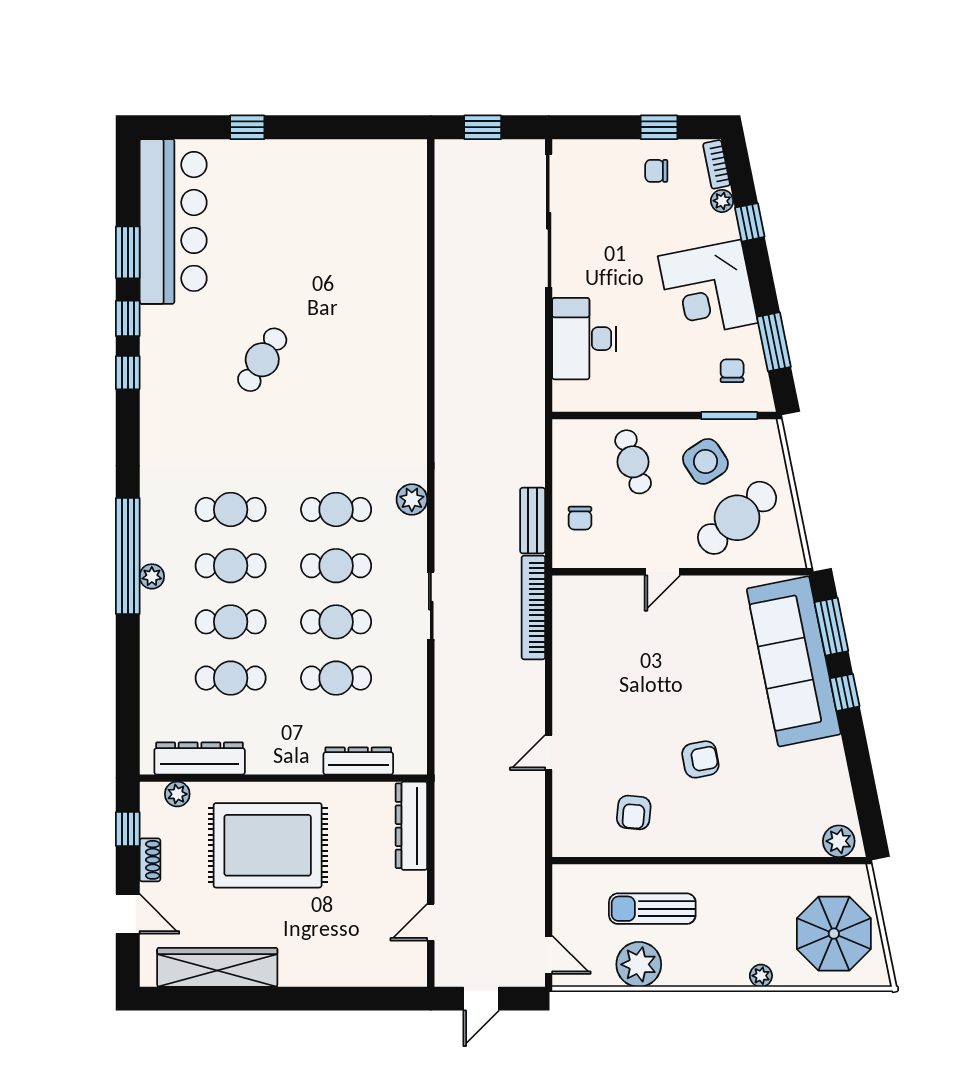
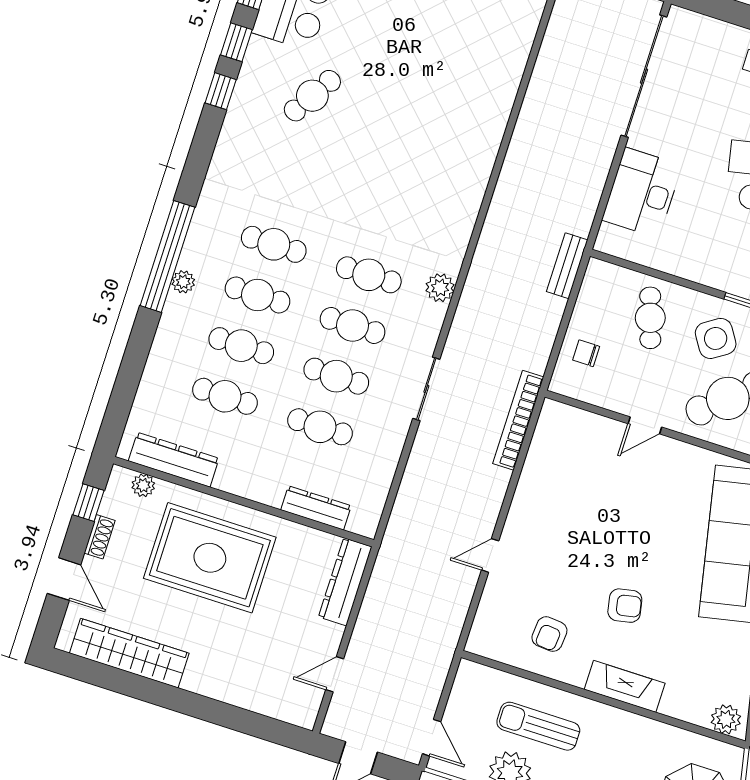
cafe table: (262, 360) -> (312, 96), moved
chair: (580, 518) -> (586, 353), turned 90
bench: (533, 521) -> (567, 266), moved
fireplace: (726, 841) -> (625, 686), added

